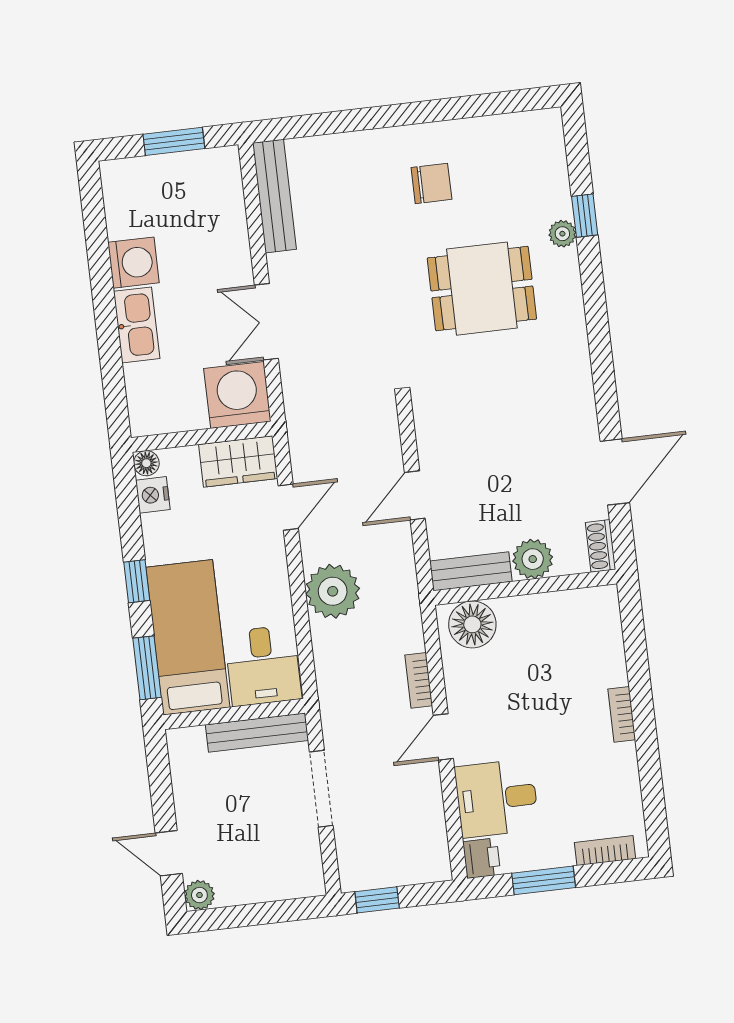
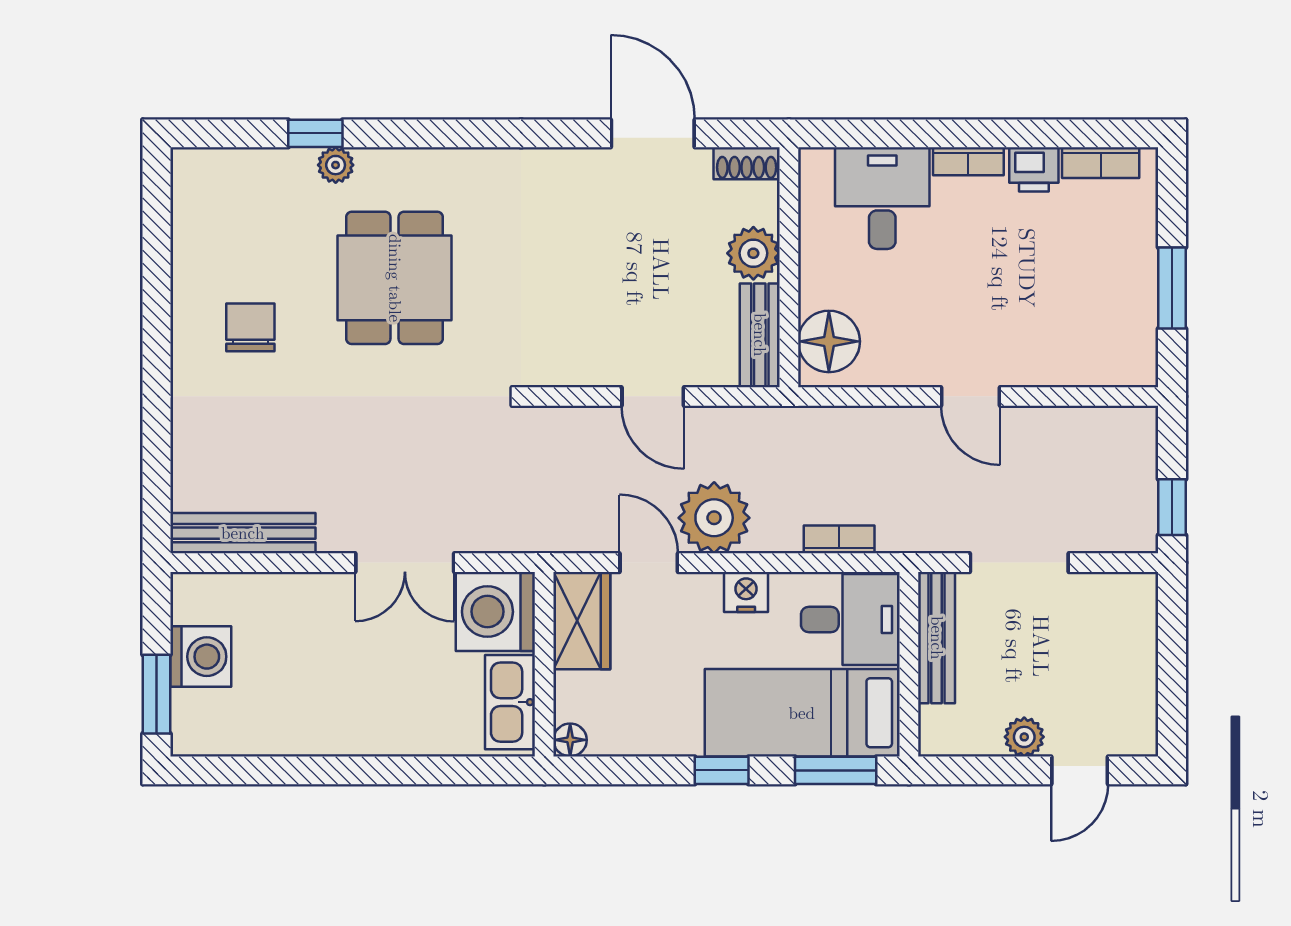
window: (174, 141) -> (156, 694), moved
washing machine: (133, 263) -> (201, 657), moved, turned 90
kitchen sink: (137, 325) -> (510, 702), moved, turned -90
nightstand: (153, 495) -> (746, 592), moved, turned 180
plant: (333, 591) -> (714, 518), moved
bookcase: (419, 680) -> (839, 539), moved, turned 180
desk: (497, 798) -> (882, 198), moved, turned 180
bookcase: (605, 851) -> (1101, 163), moved, turned -90
printer: (482, 858) -> (1034, 169), moved, turned 180
plant: (199, 895) -> (1024, 737), moved

